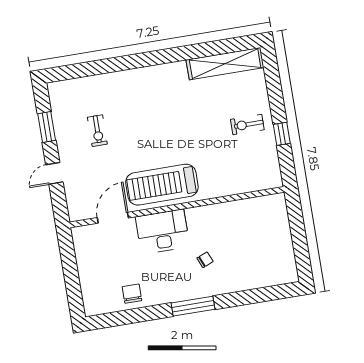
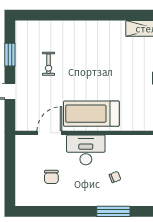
chair: (132, 294) -> (51, 177), moved, turned 180
window: (193, 306) -> (113, 211), moved

